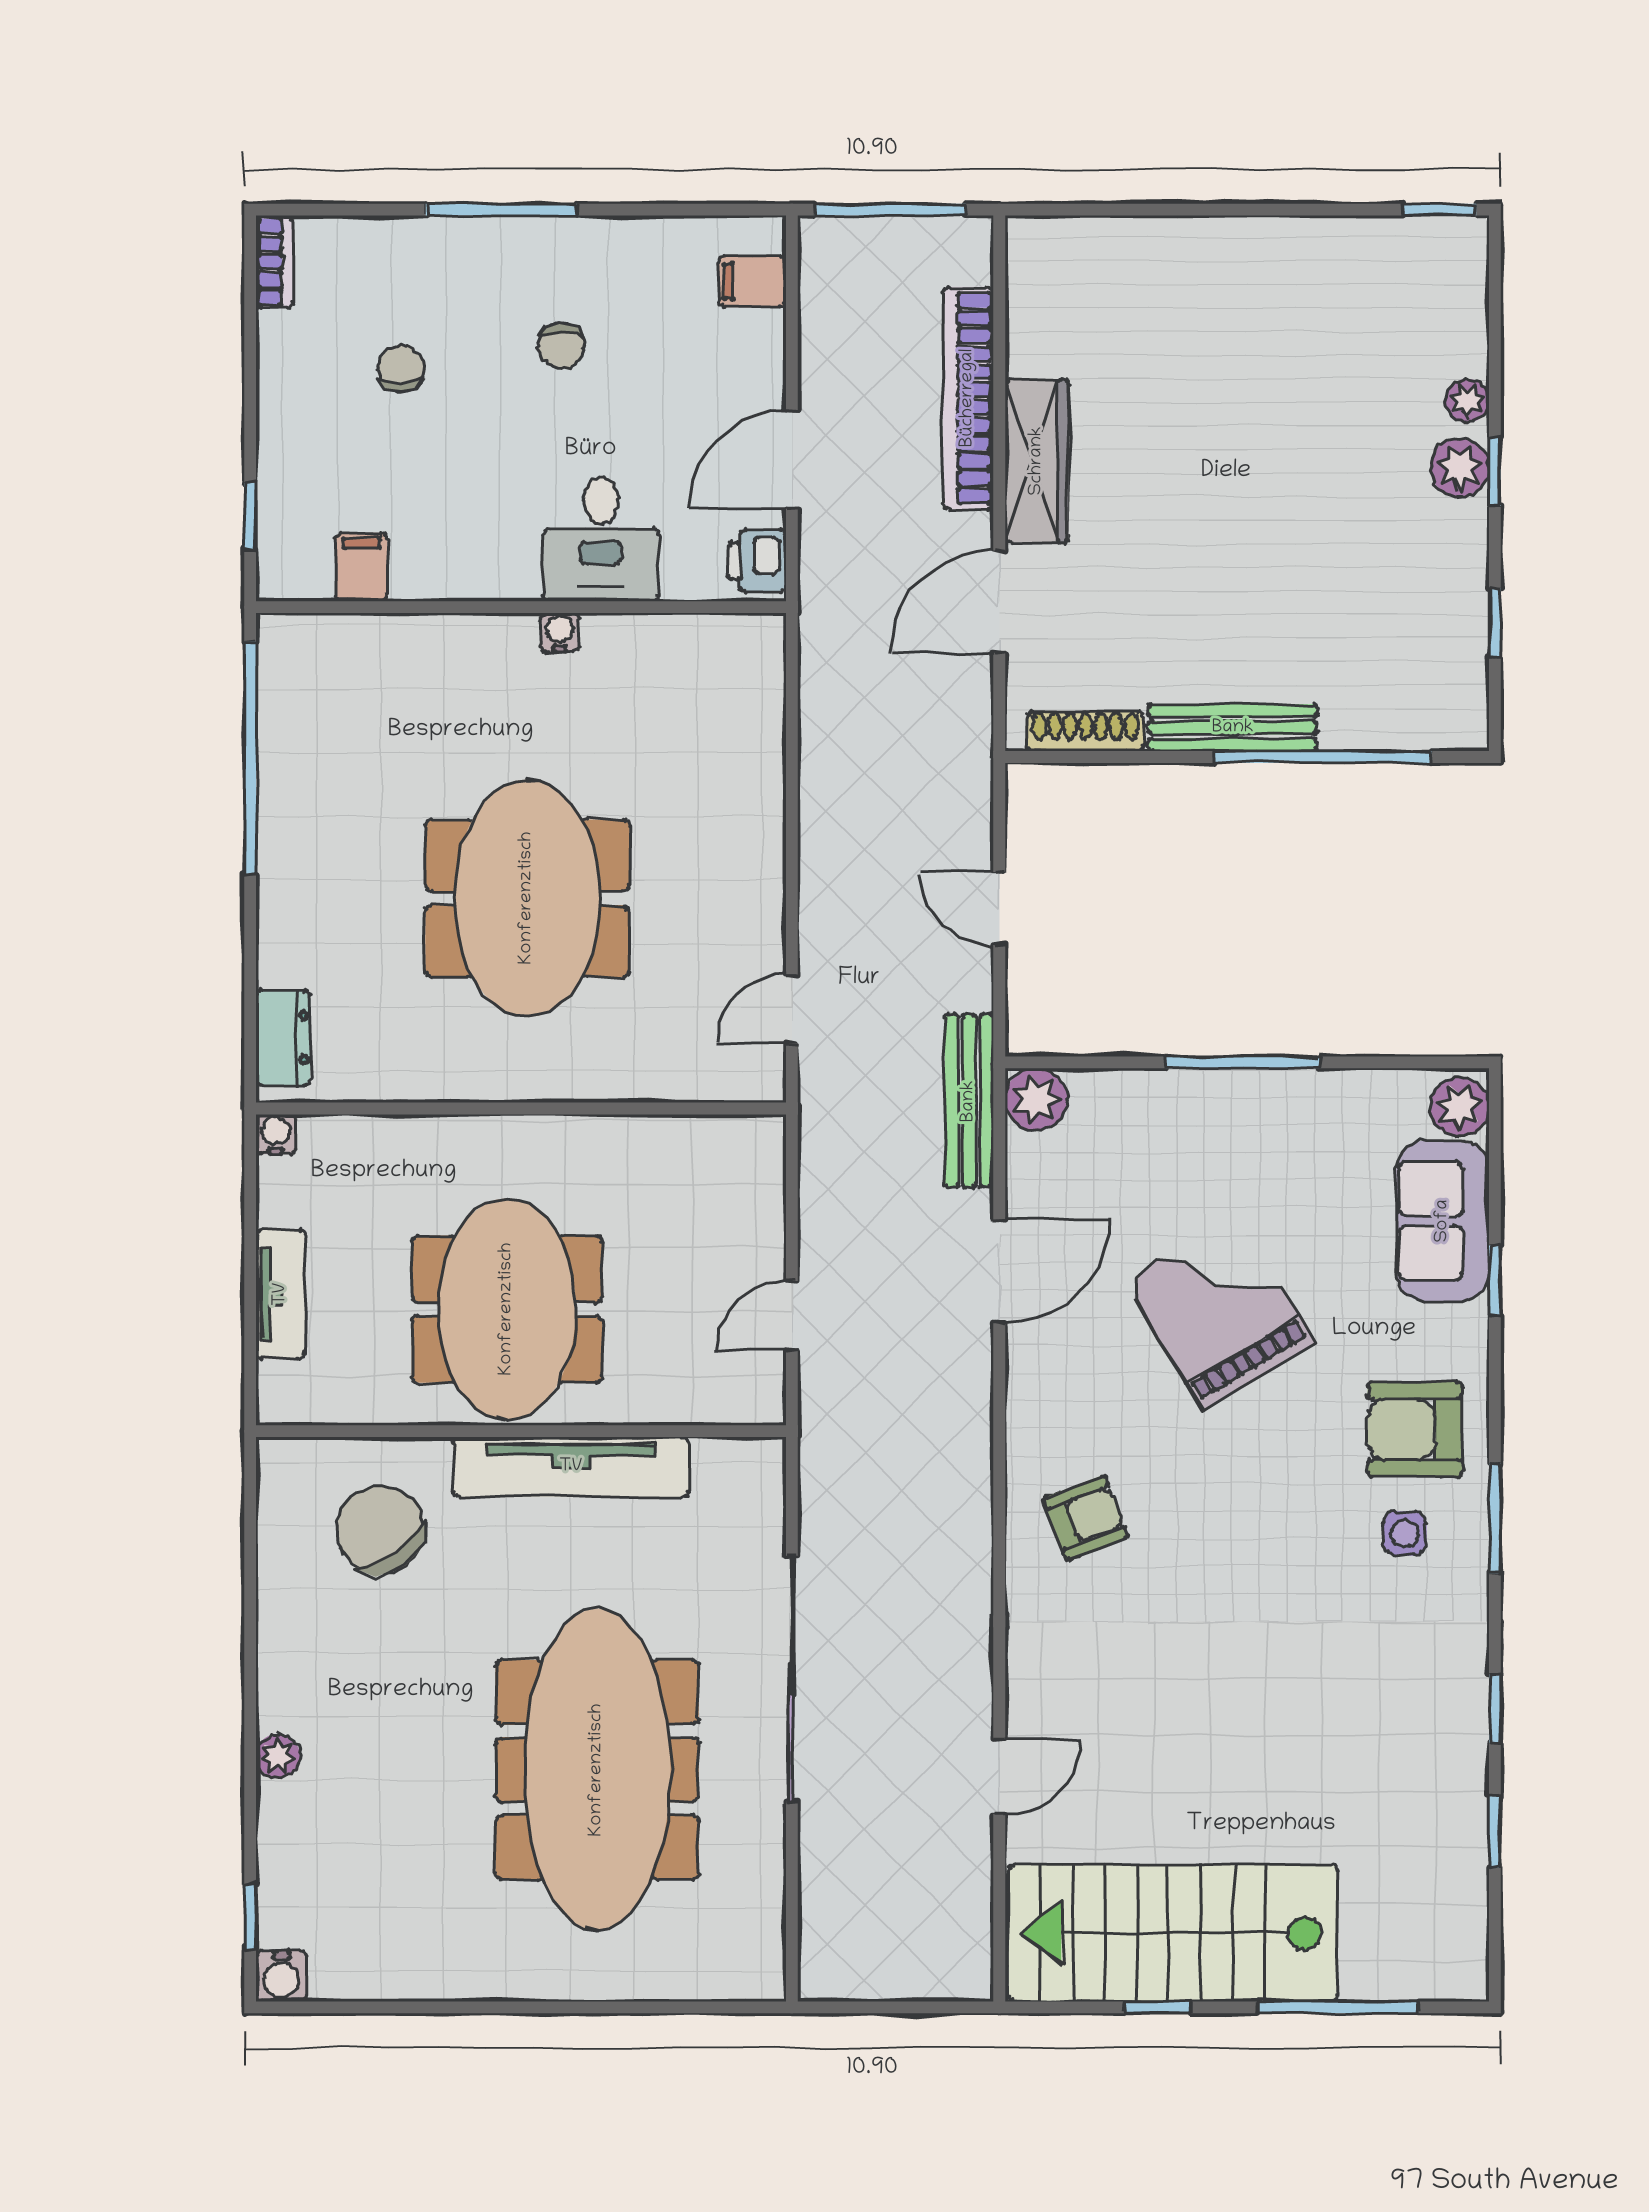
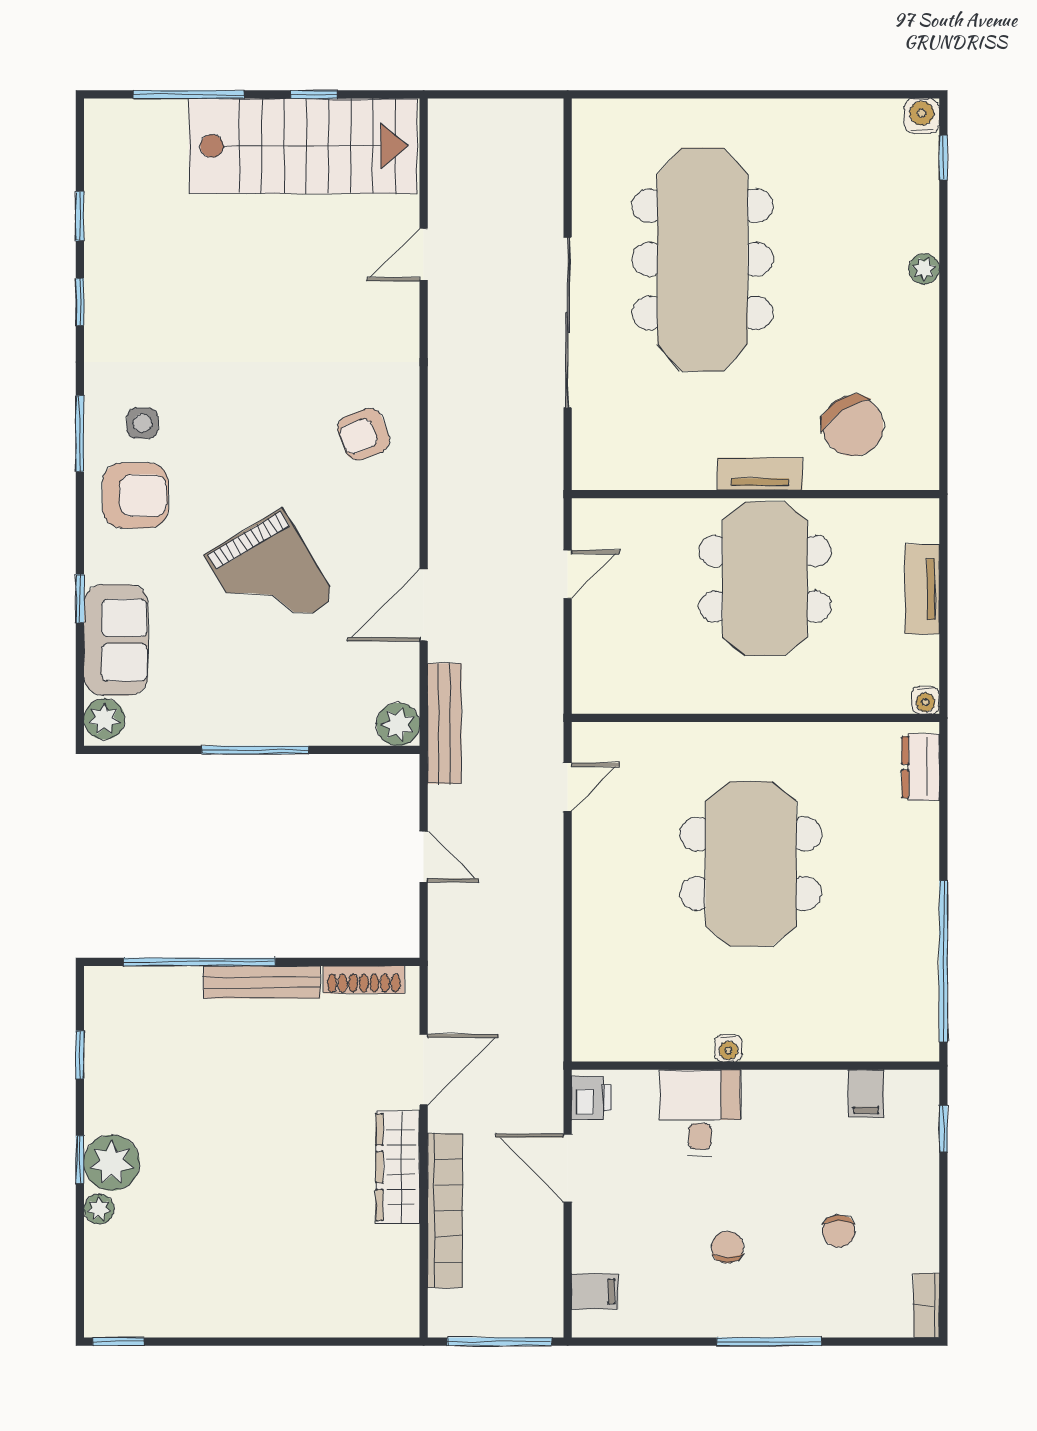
door: (792, 460) -> (568, 1168), swing flipped
plant: (1460, 467) -> (112, 1163), width x1.36, depth x1.36
tv unit: (571, 1467) -> (760, 474), width x0.52, depth x0.78

